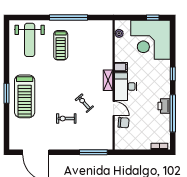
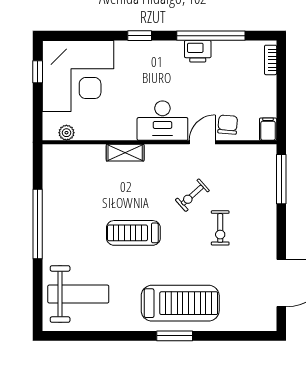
treadmill: (61, 45) -> (133, 233), moved, turned 180
filing cabinet: (121, 67) -> (268, 129), moved
shelving: (108, 80) -> (125, 153), moved

